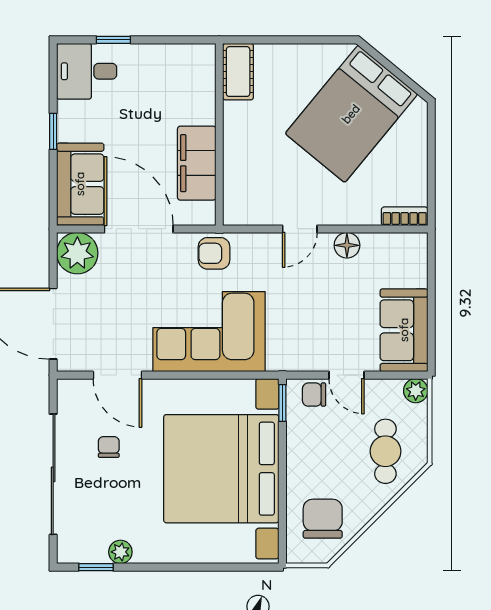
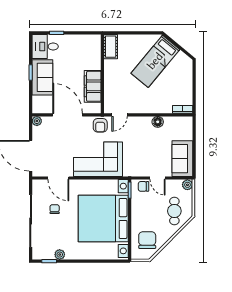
bed: (351, 114) -> (155, 61), width x0.67
sofa: (80, 184) -> (42, 77), moved
door: (300, 229) -> (120, 115), moved
plant: (77, 253) -> (37, 121), width x0.53, depth x0.53
armchair: (214, 253) -> (100, 125), turned -90

